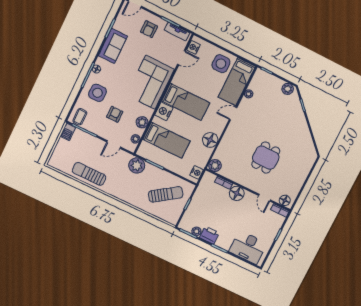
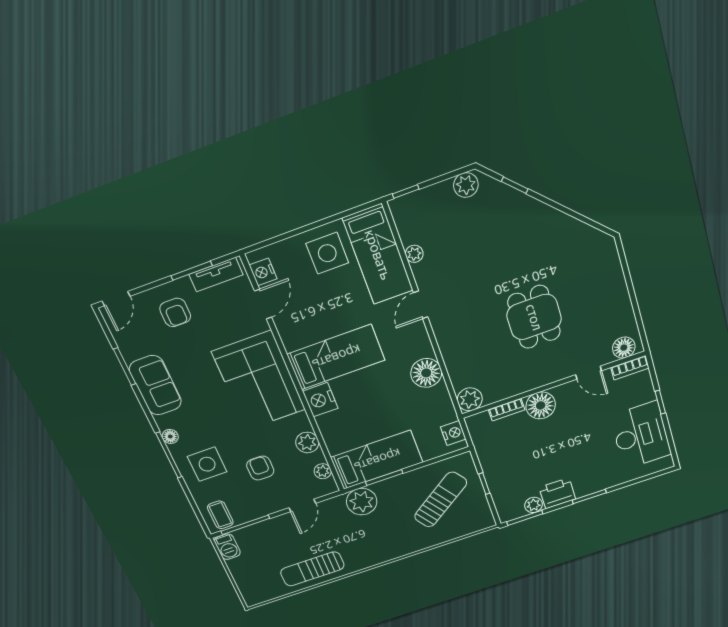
bed: (166, 140) -> (377, 460), moved
desk: (248, 247) -> (641, 435), moved, turned -90

